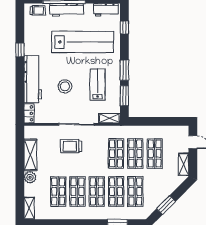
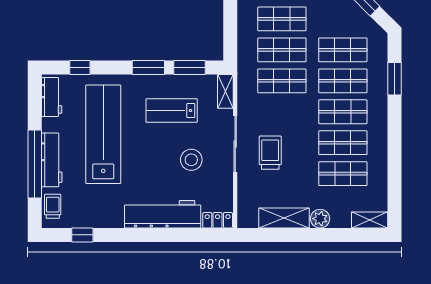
window: (20, 50) -> (82, 235), moved
stool: (65, 86) -> (191, 160), moved
trolley: (71, 146) -> (270, 153), turned 180

